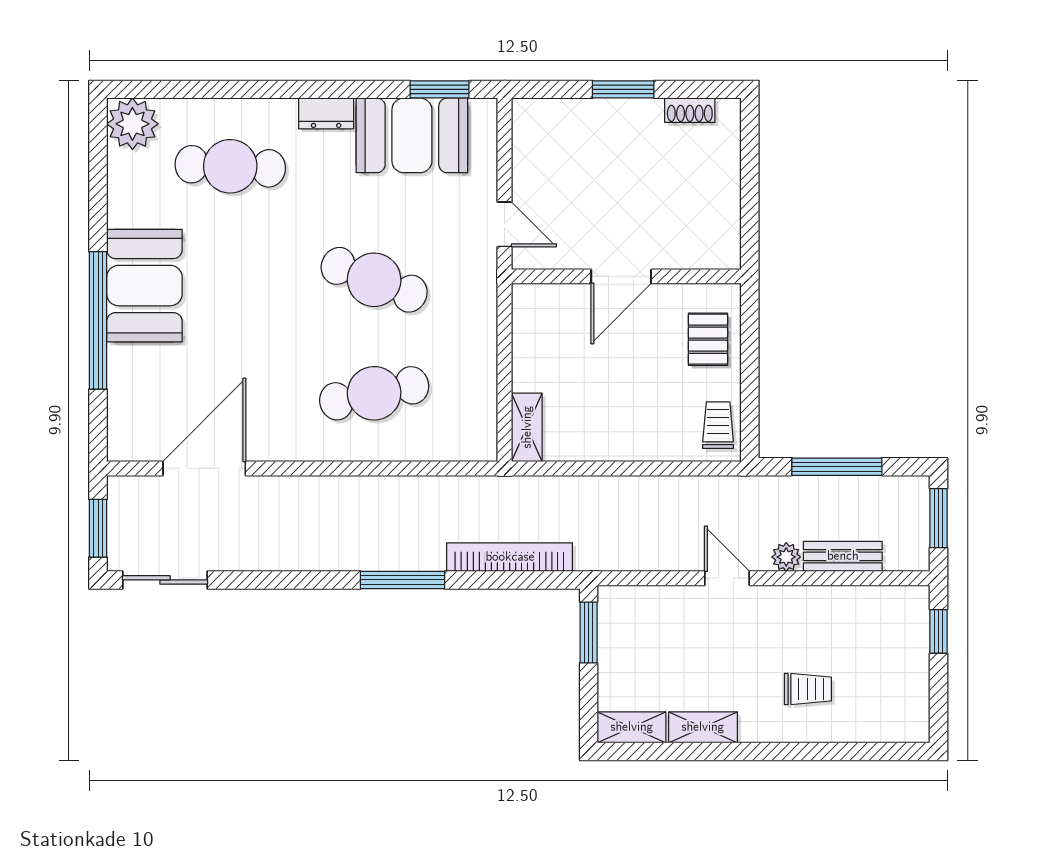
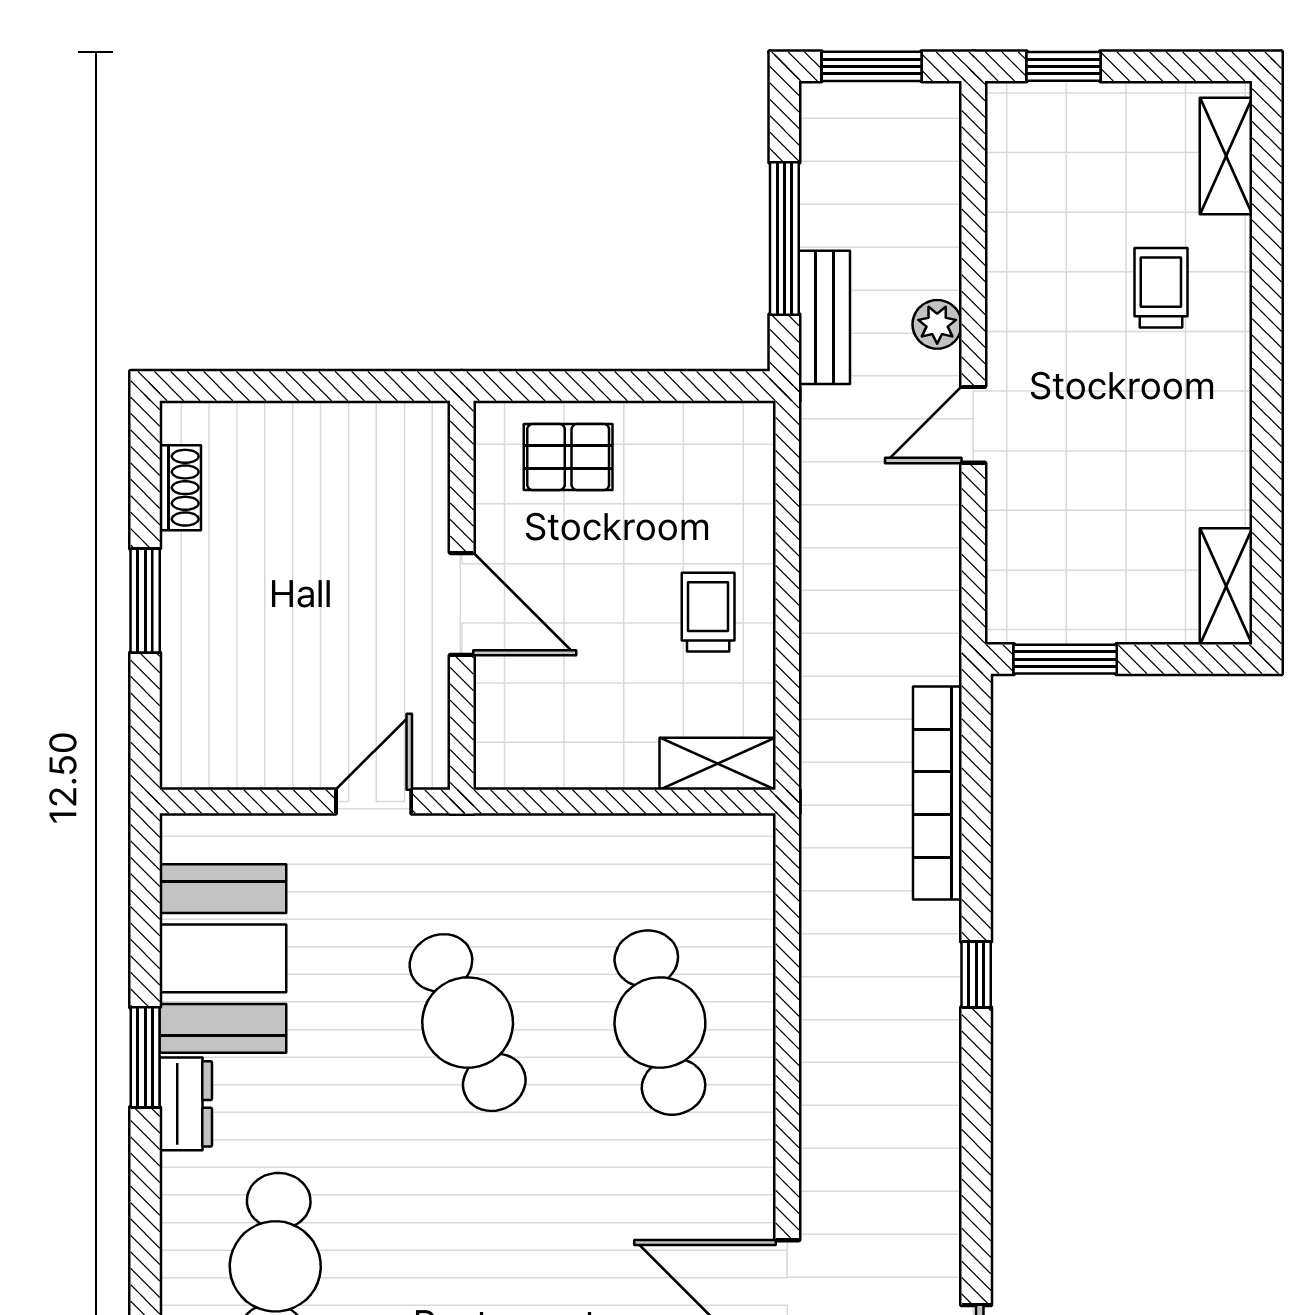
window: (440, 89) -> (145, 1057), moved
cafe table: (374, 280) -> (468, 1023), turned -45
trolley: (718, 425) -> (708, 612), moved, turned 90
bench: (843, 556) -> (824, 317), moved
window: (402, 580) -> (976, 975), width x0.46
shelving: (703, 727) -> (1226, 156), moved

